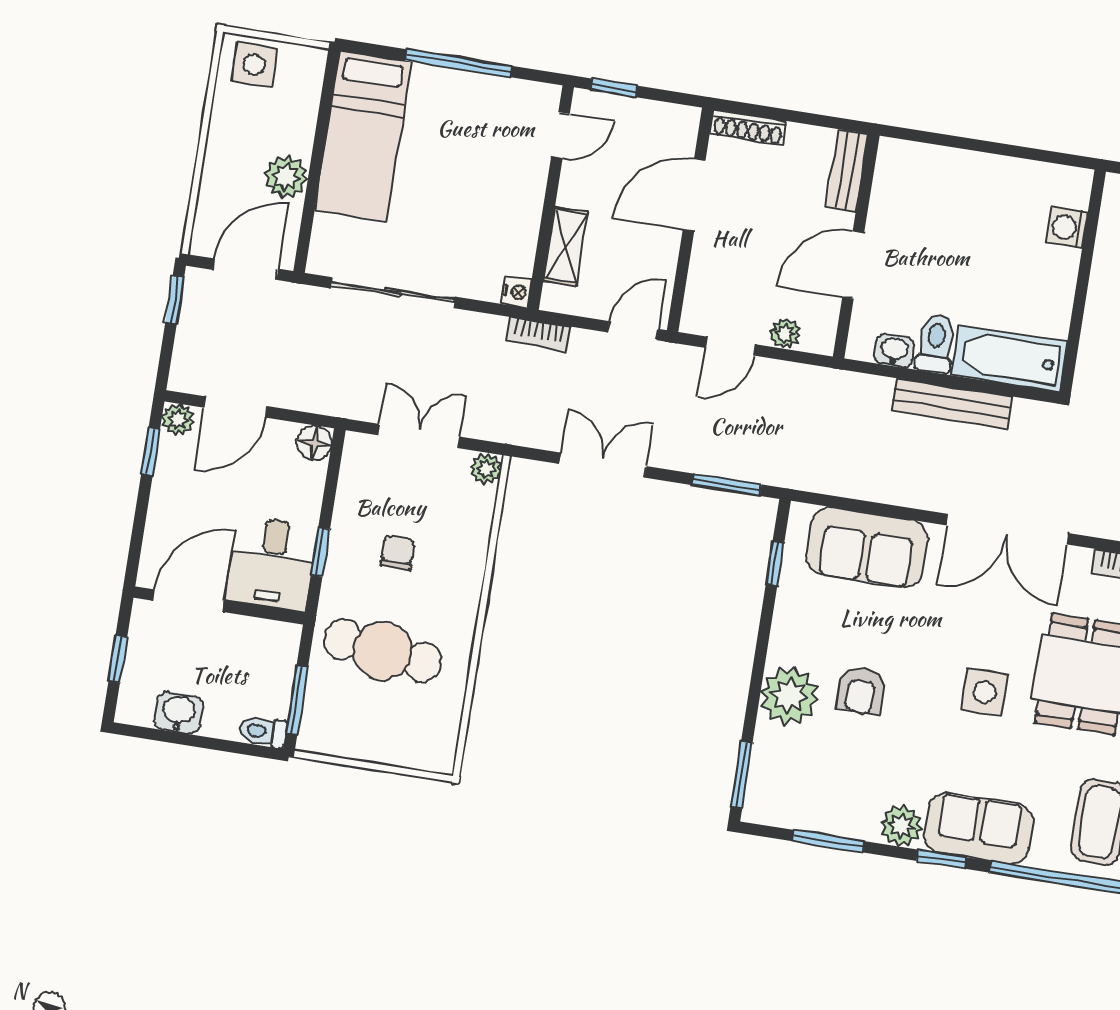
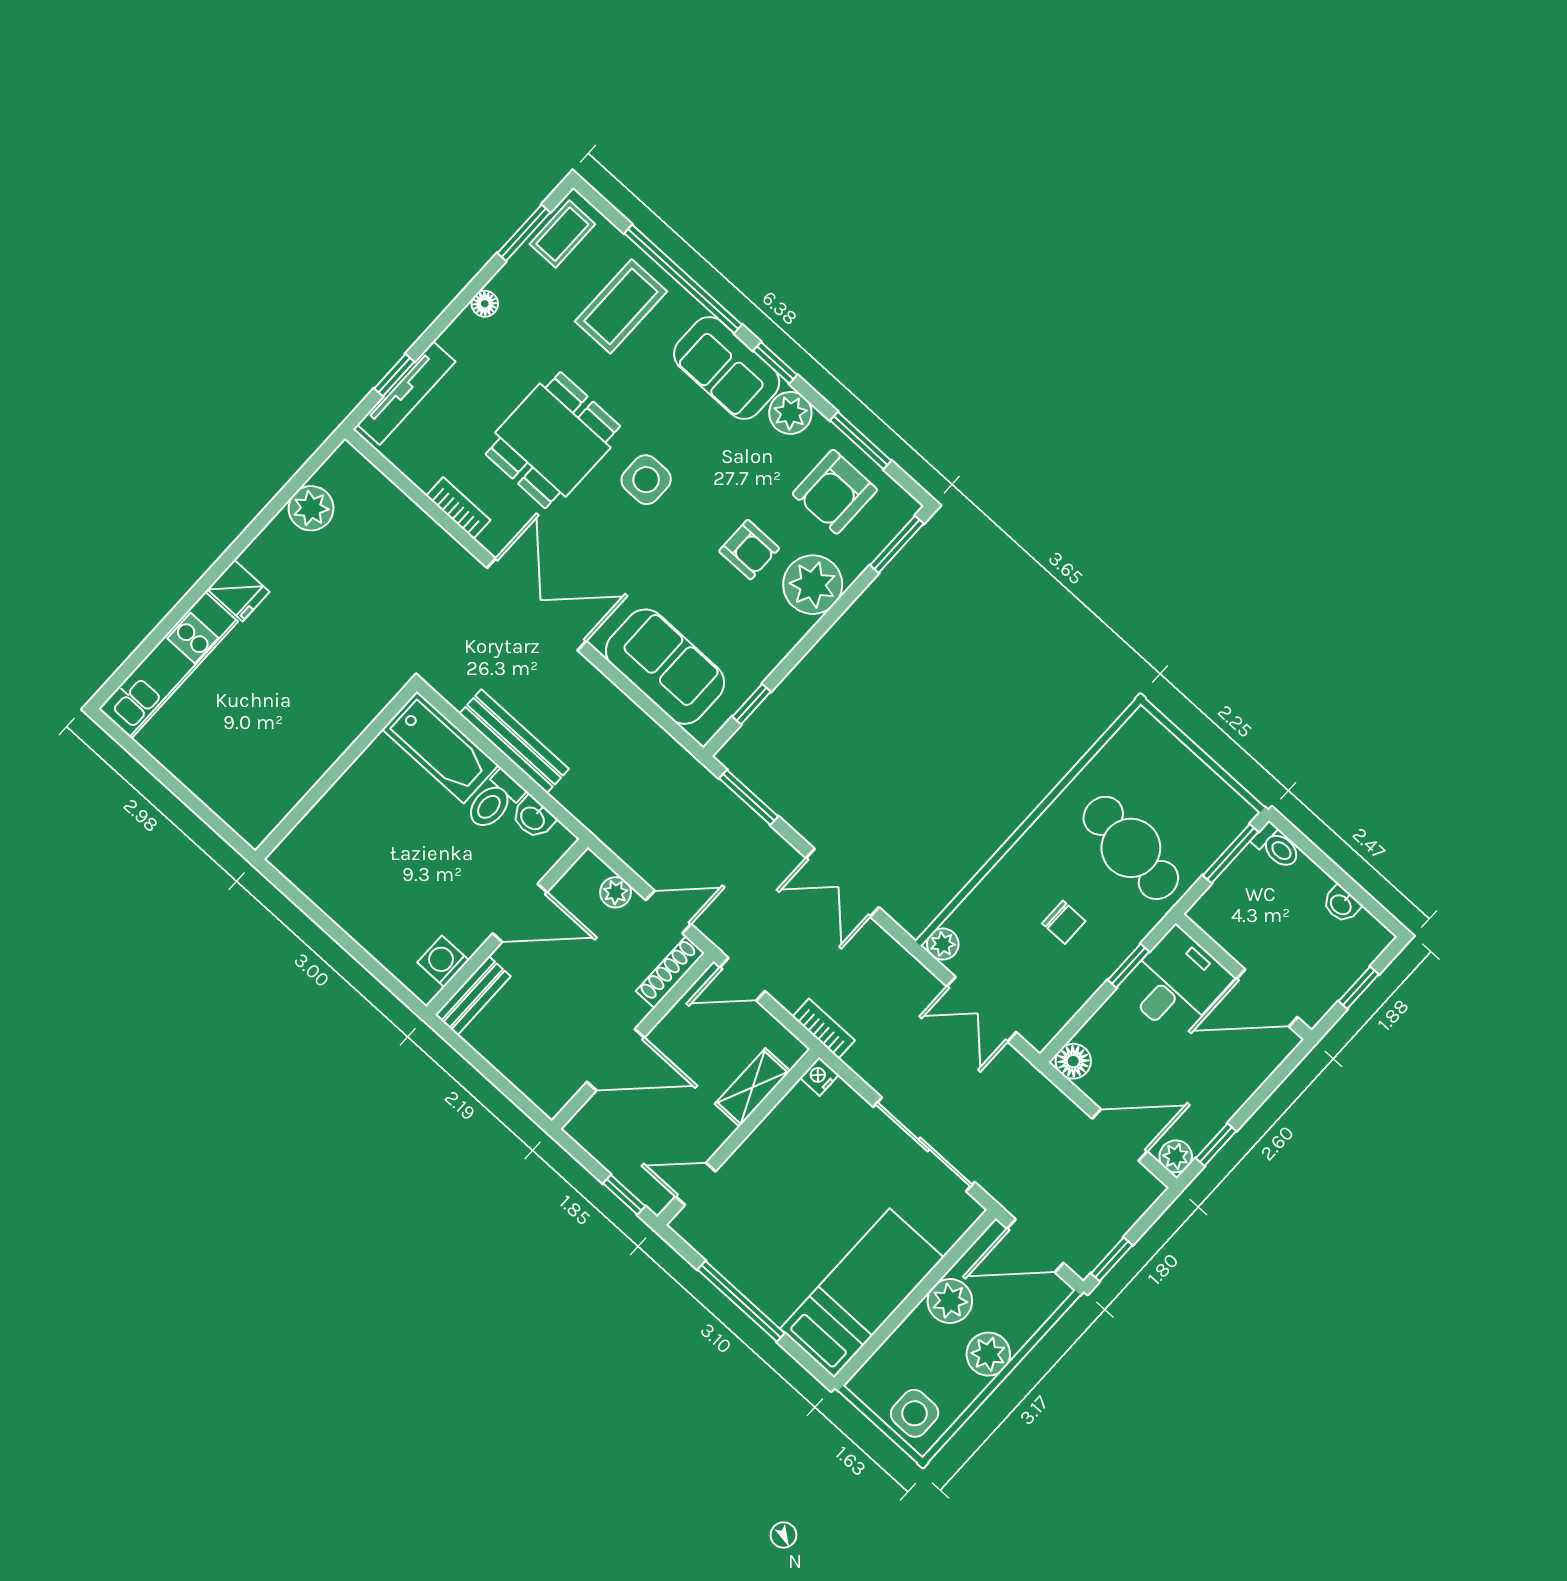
shoe rack: (748, 128) -> (670, 972), moved, turned -90
plant: (225, 154) -> (988, 1354), added
washing machine: (1067, 228) -> (443, 961), moved, turned 180
chair: (398, 553) -> (1064, 922), turned -90
armchair: (861, 690) -> (749, 550), turned 90
washbasin: (179, 713) -> (1341, 904), width x0.72, depth x0.69
armchair: (822, 785) -> (835, 492), added

